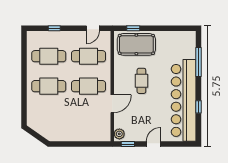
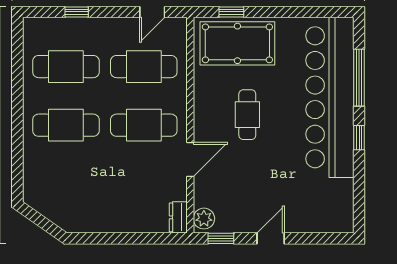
bar counter: (184, 100) -> (330, 97), moved
window: (199, 107) -> (359, 138), moved
dresser: (106, 133) -> (178, 217), added

